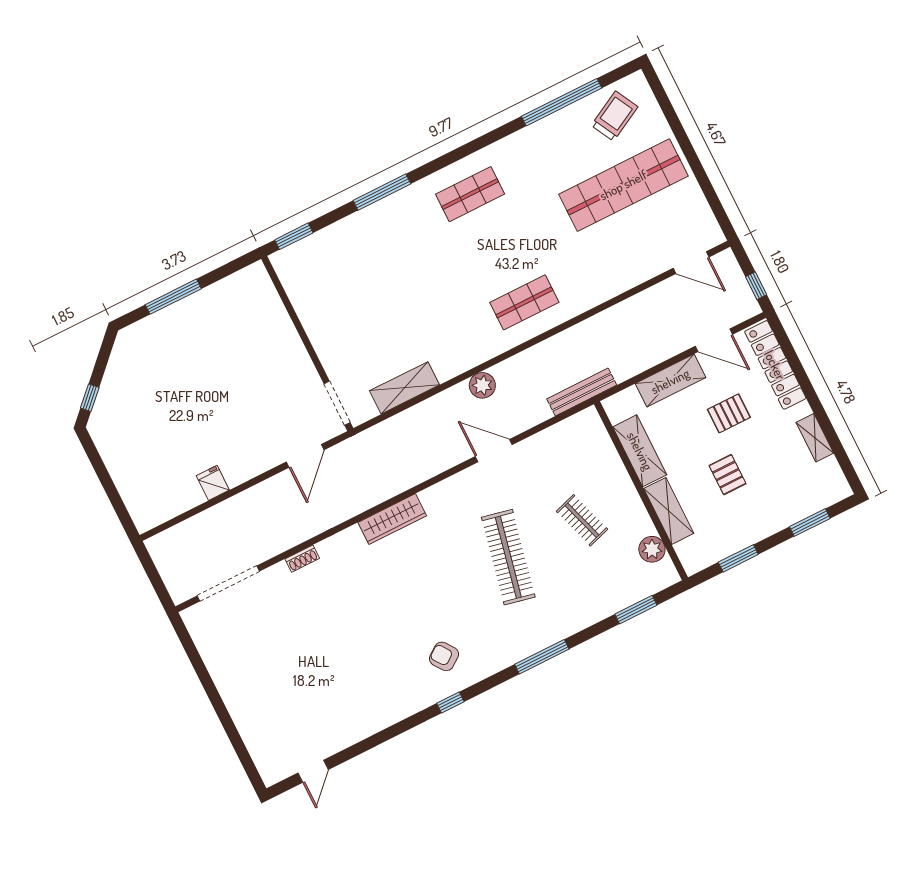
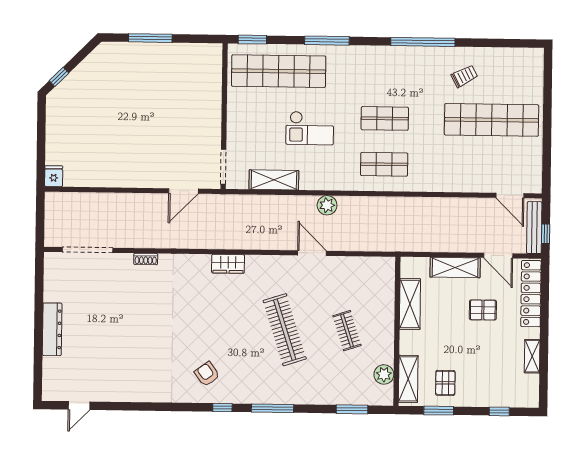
window: (562, 102) -> (423, 42), moved
trolley: (615, 116) -> (464, 76), moved, width x0.73, depth x0.72
shop shelf: (470, 194) -> (385, 118), moved
shop shelf: (344, 257) -> (279, 71), added
checkout: (415, 305) -> (310, 128), added
bench: (582, 392) -> (534, 228), moved, turned 90
pallet: (728, 475) -> (445, 383), moved
fridge: (213, 483) -> (54, 176), moved
shelving: (669, 511) -> (408, 379), moved
wardrobe: (392, 519) -> (228, 264), width x0.67
window: (810, 523) -> (499, 411), width x0.67
clothes rail: (508, 557) -> (285, 330), turned -30
dresser: (235, 698) -> (52, 329), added
window: (450, 702) -> (222, 408), moved

